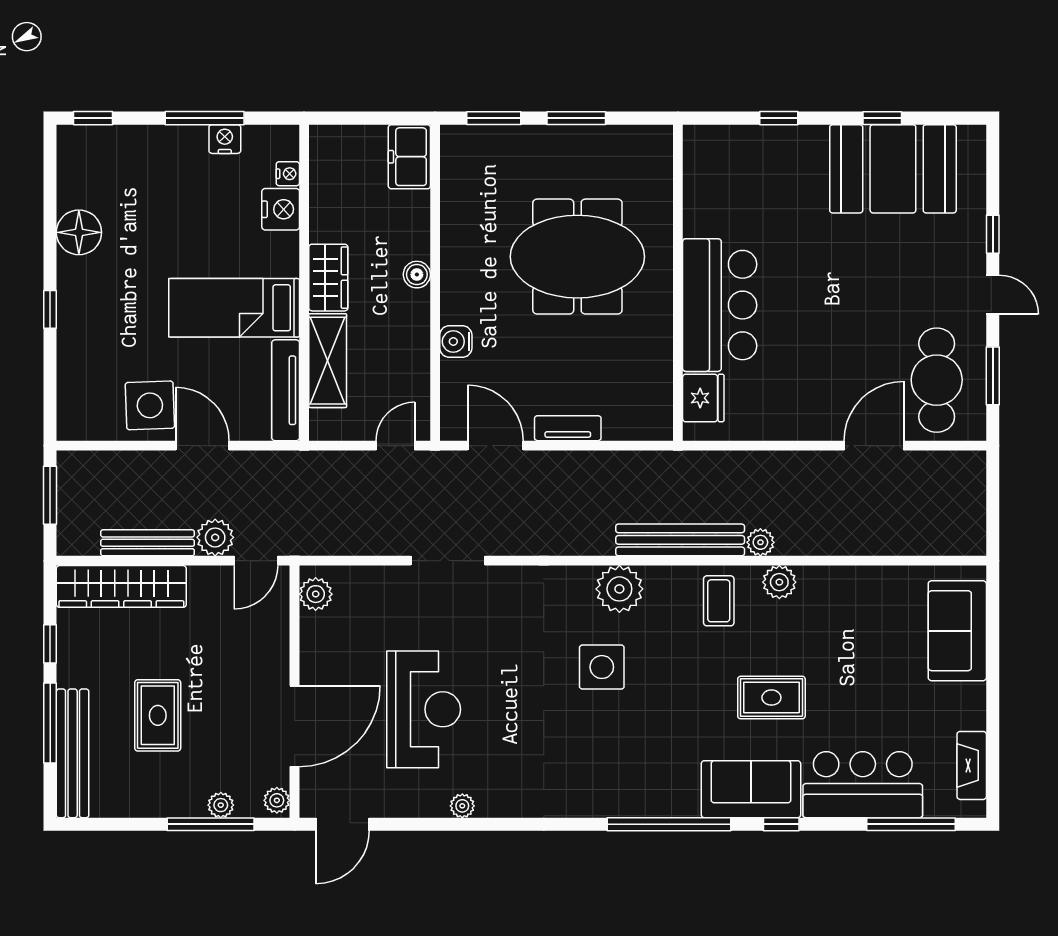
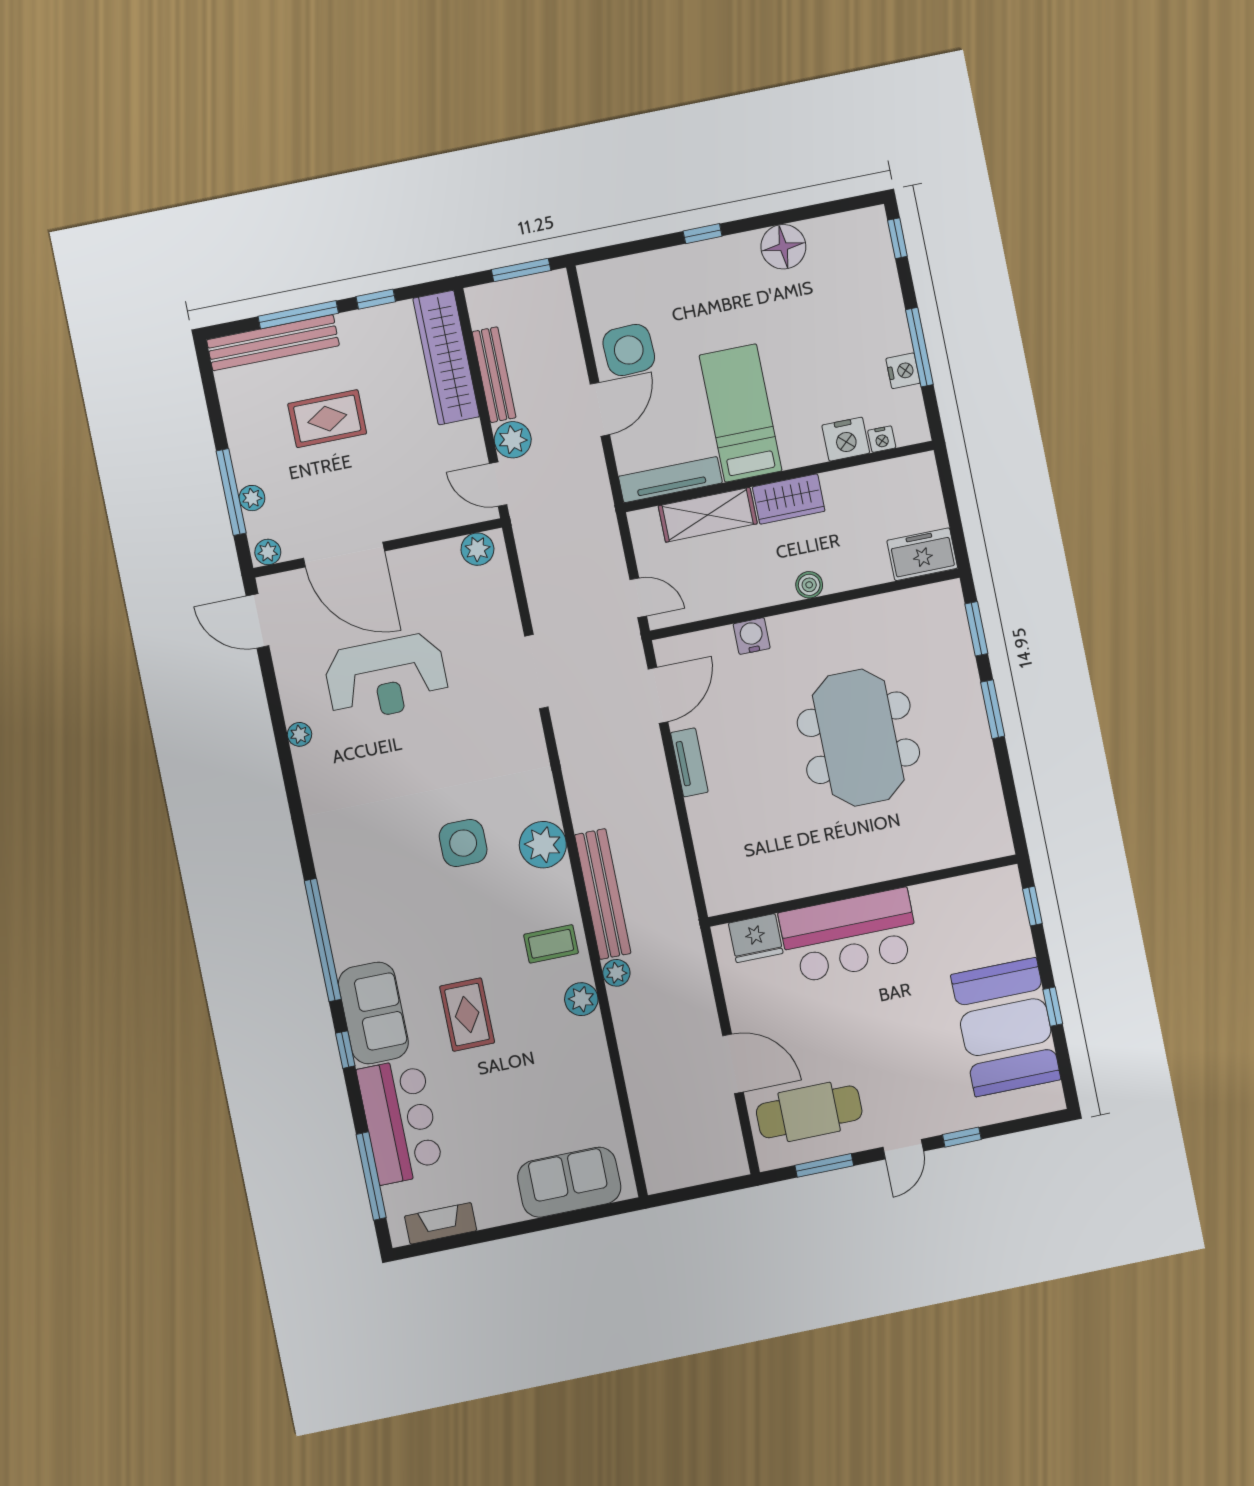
wall: (678, 283) -> (863, 890), moved
bar counter: (720, 305) -> (849, 936), moved
fridge: (703, 398) -> (756, 938), moved

